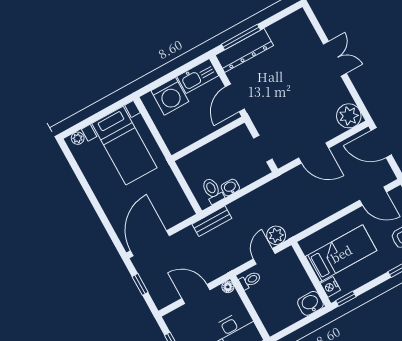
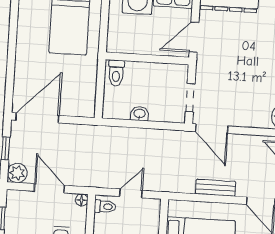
door: (314, 153) -> (212, 129), moved
toilet: (213, 191) -> (116, 73), moved, turned 180
bench: (212, 221) -> (216, 188), moved
plant: (276, 235) -> (17, 173), moved

